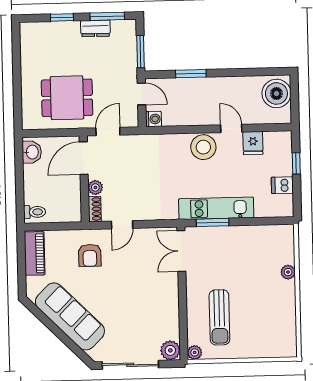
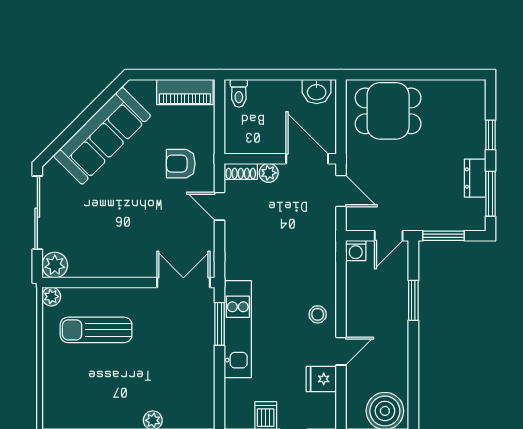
dining table: (67, 98) -> (388, 111), moved, turned 90
stool: (203, 147) -> (318, 314), width x0.53, depth x0.53

